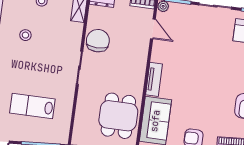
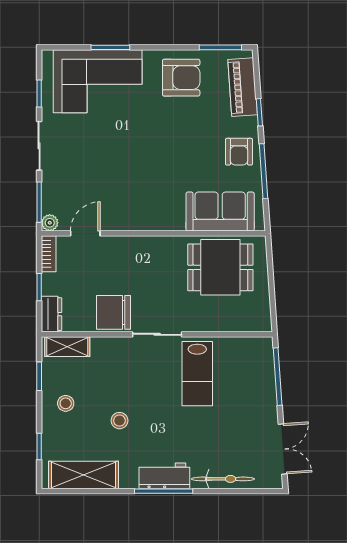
tv unit: (154, 79) -> (160, 222), removed
lab bench: (32, 106) -> (197, 374), moved

